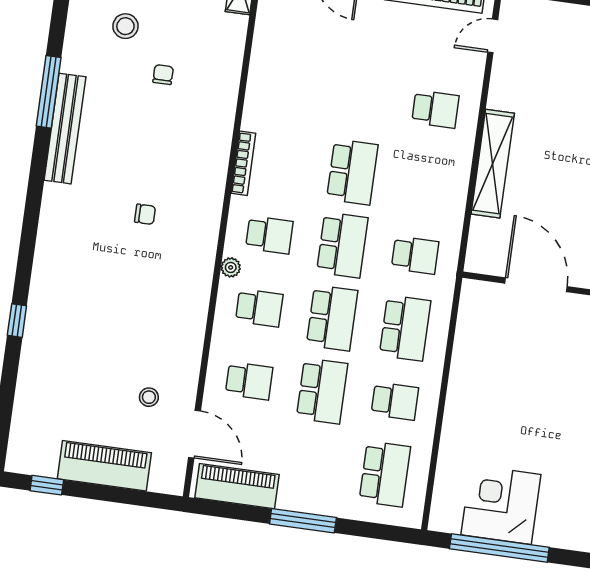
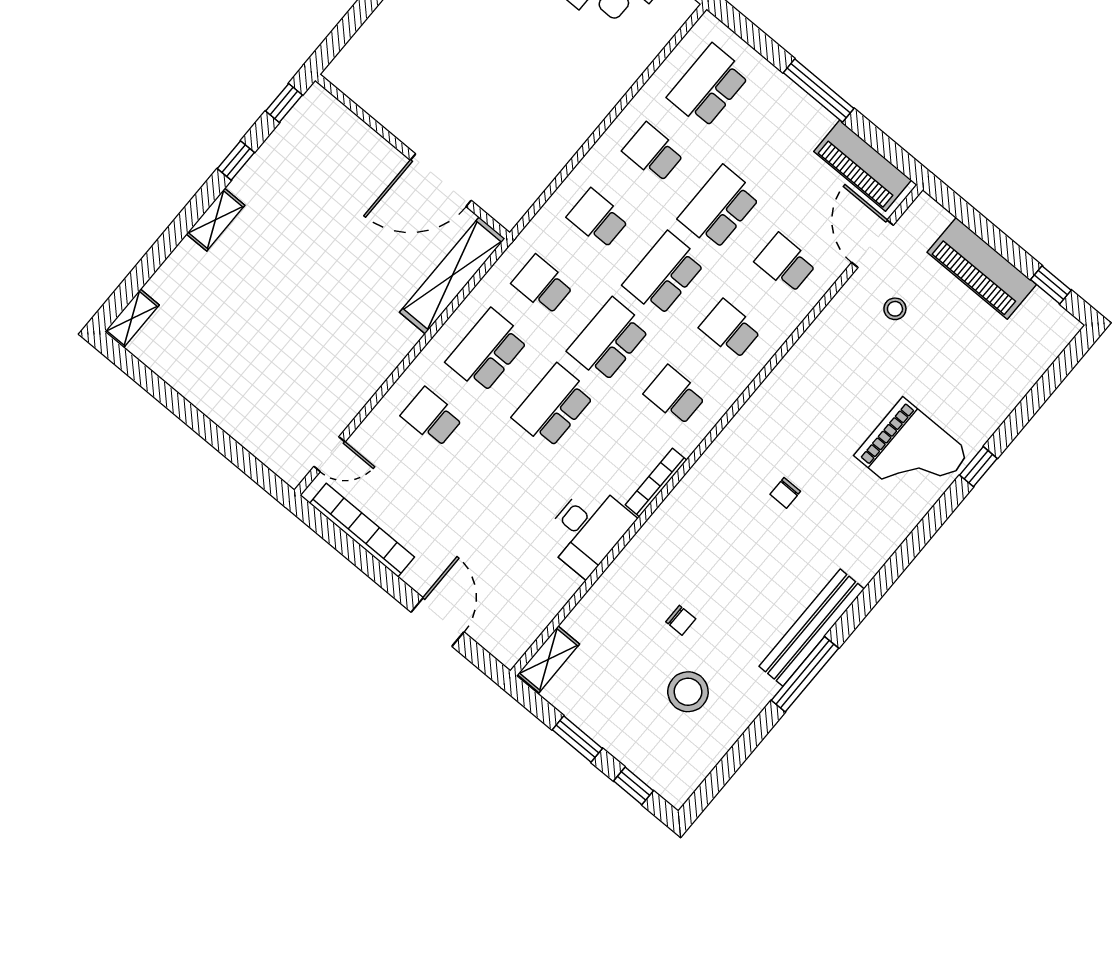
stool: (125, 26) -> (688, 692), width x1.38, depth x1.38
chair: (163, 75) -> (681, 620), turned -90
desk: (272, 98) -> (588, 529), added
shelving: (493, 164) -> (452, 275), moved
school desk: (425, 182) -> (487, 351), added
chair: (145, 214) -> (785, 493), turned -90
plant: (231, 267) -> (733, 387), removed
door: (536, 285) -> (441, 180), hinge flipped
grand piano: (71, 300) -> (912, 454), added
school desk: (405, 328) -> (598, 219), width x0.54

